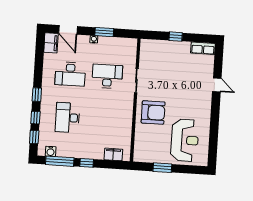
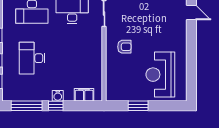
armchair: (153, 112) -> (124, 47), width x0.53, depth x0.53
reception desk: (185, 140) -> (160, 75), turned 180
water cooler: (51, 151) -> (58, 96), moved

